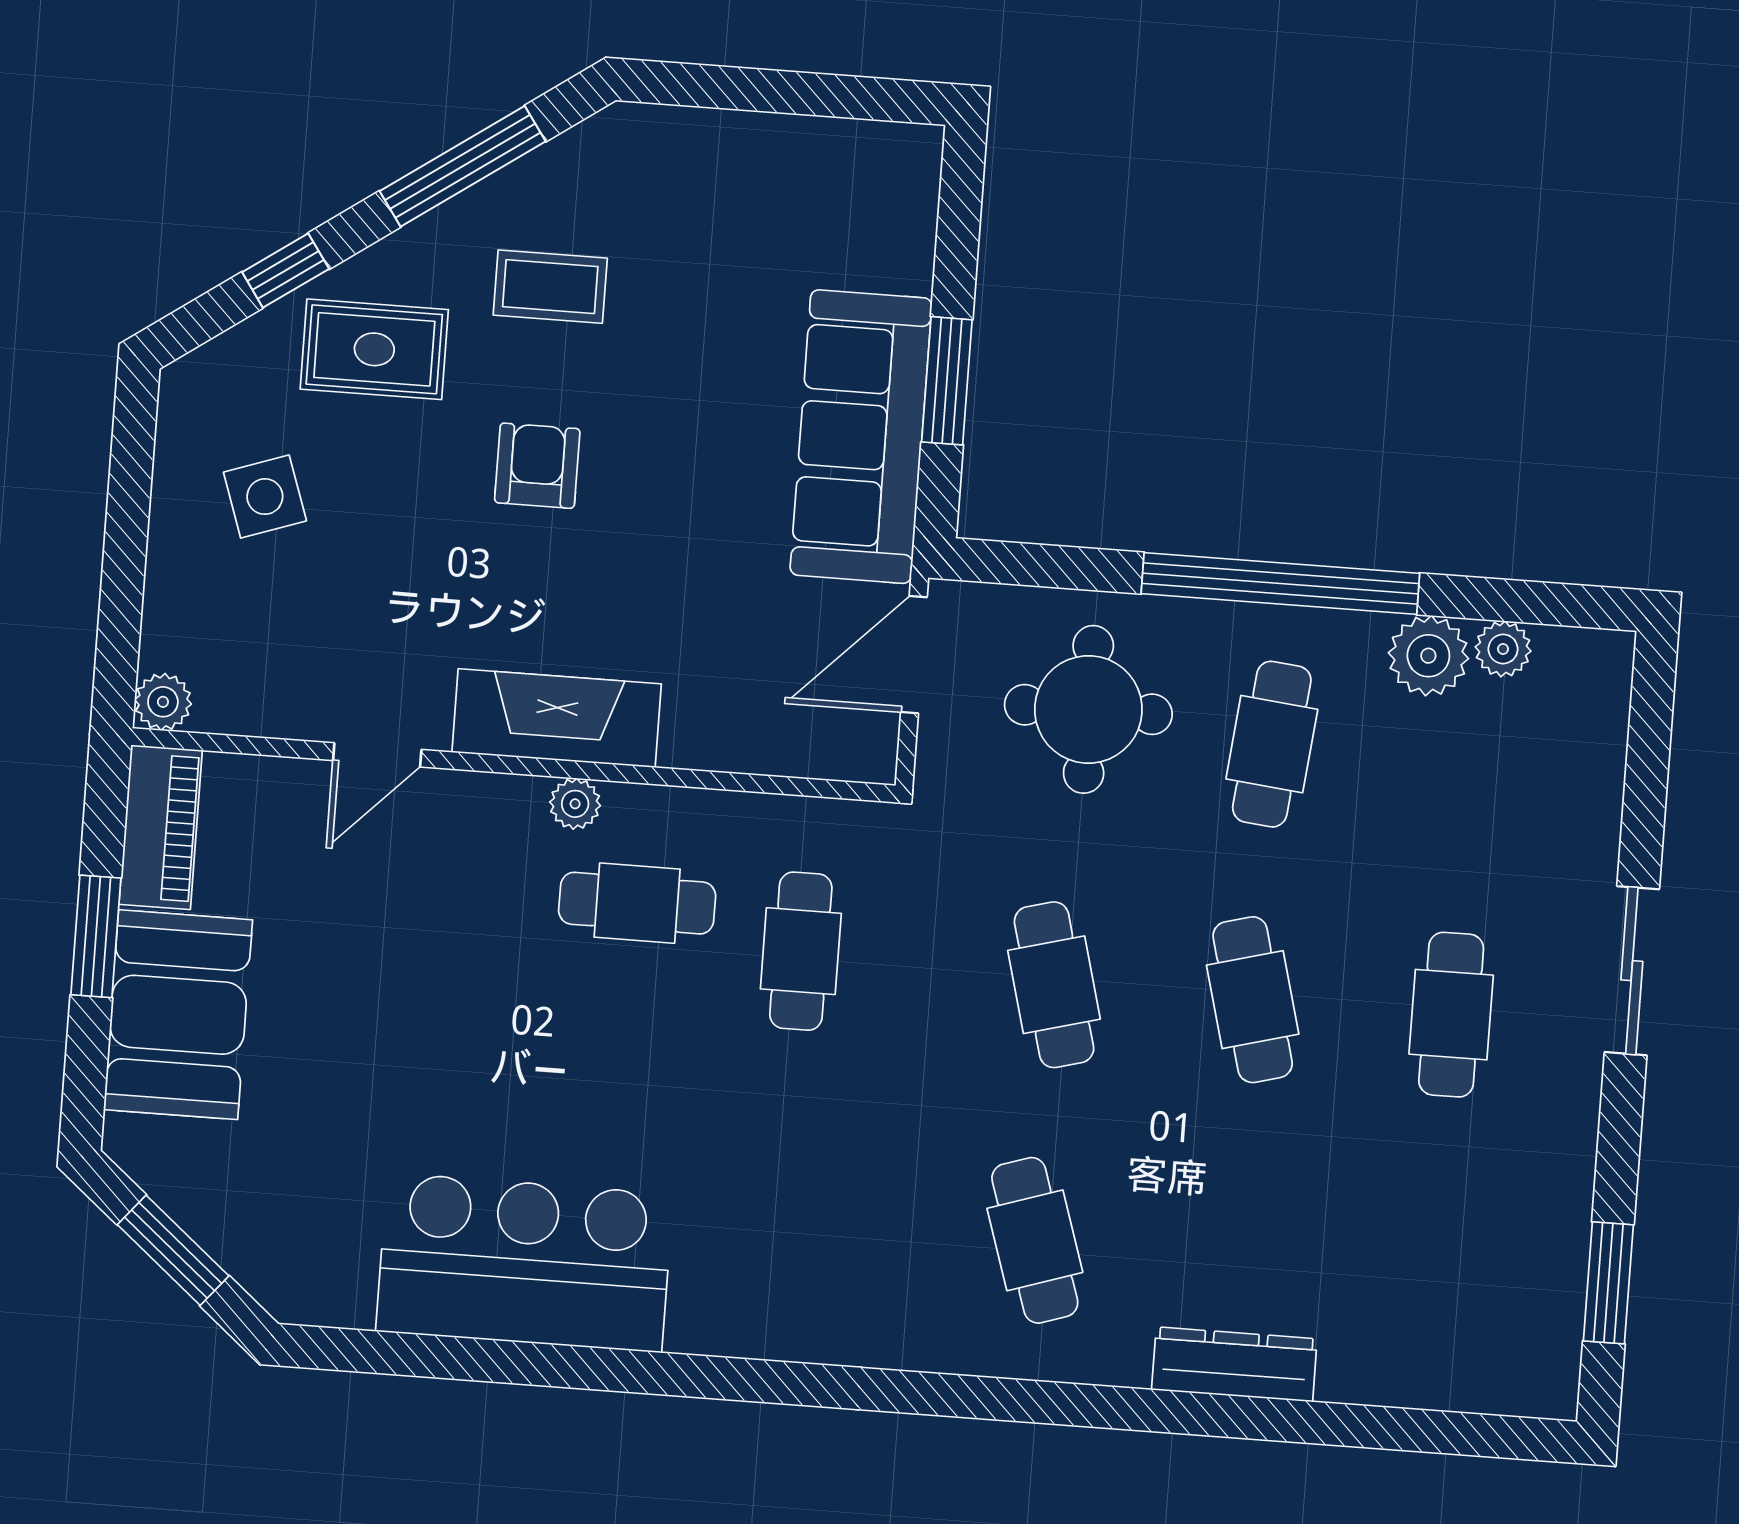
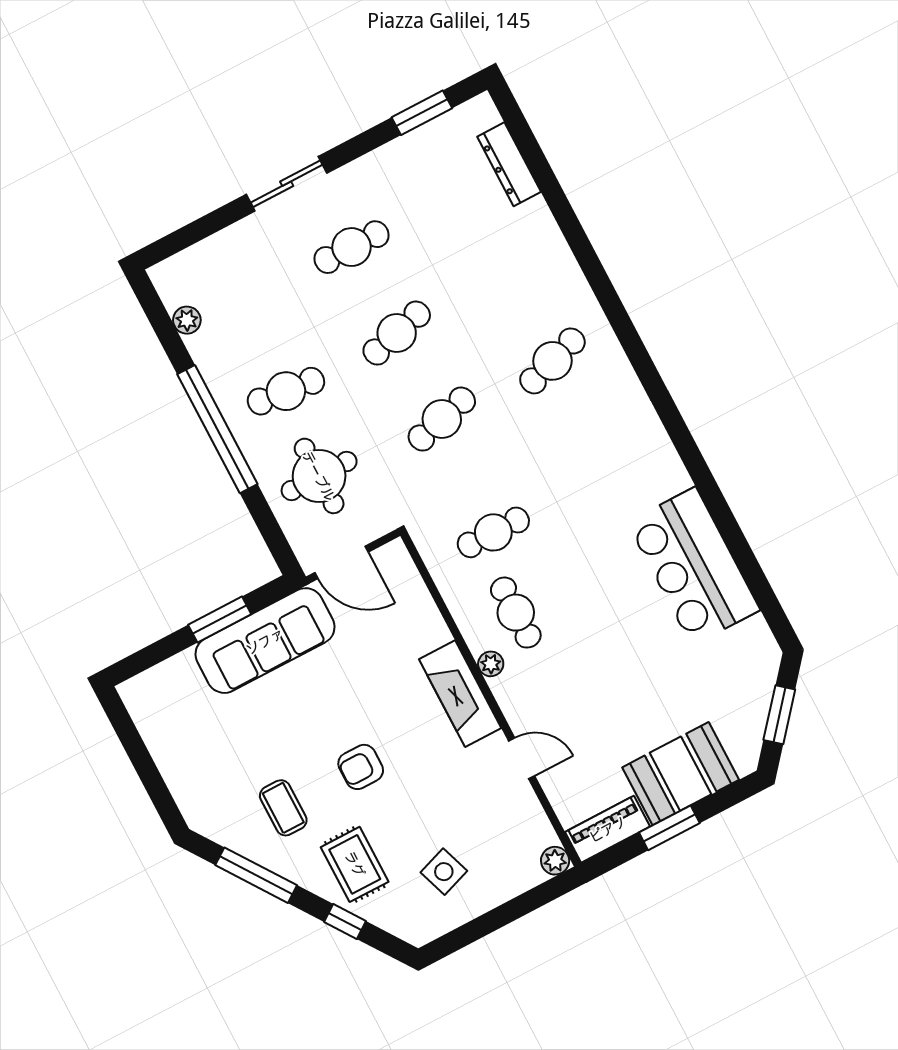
plant: (1428, 656) -> (209, 349), removed
dresser: (1234, 1364) -> (509, 164), moved

